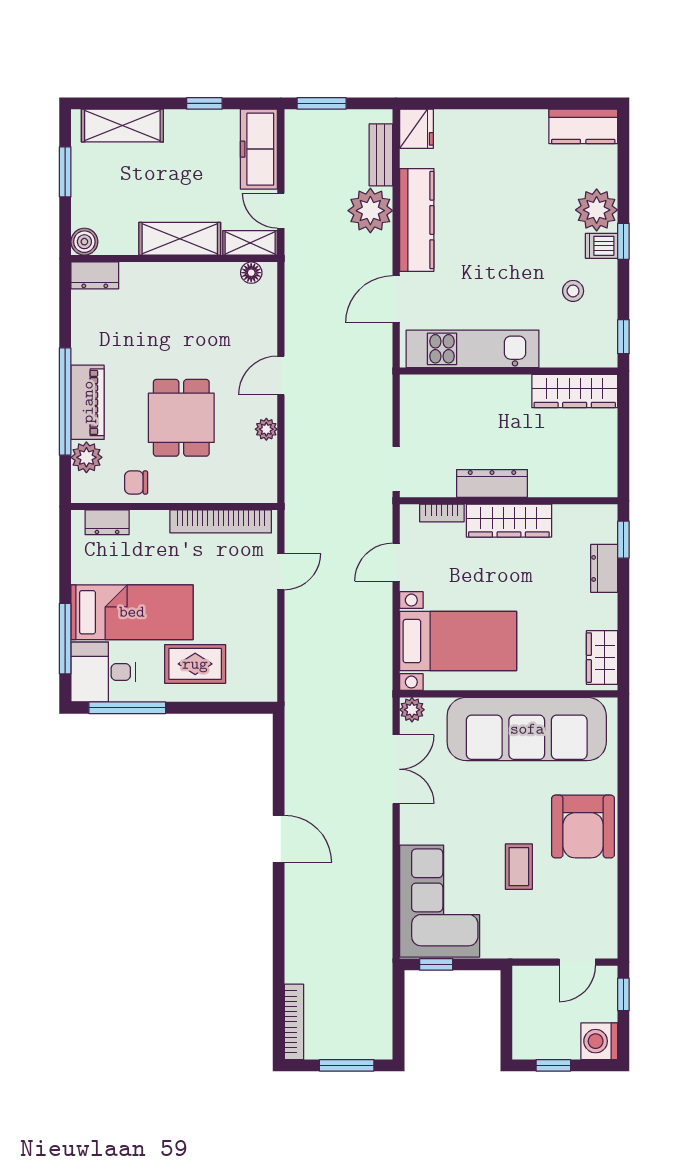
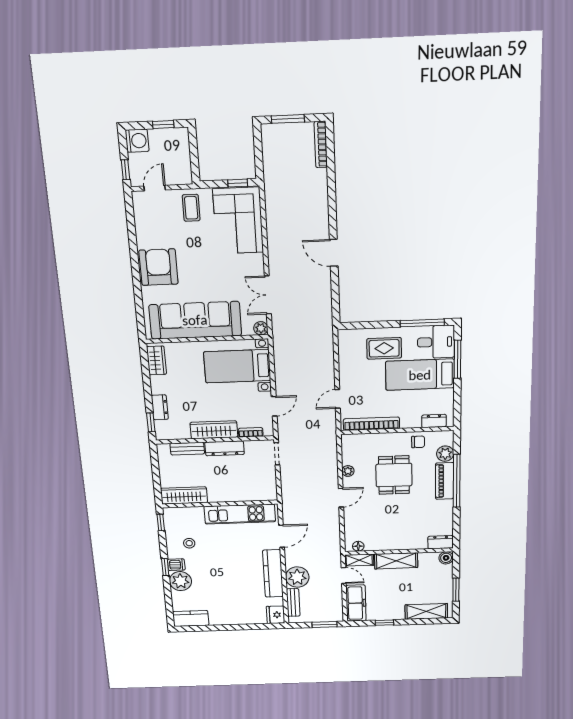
bench: (561, 485) -> (187, 449), added
coffee table: (519, 867) -> (191, 208), moved

